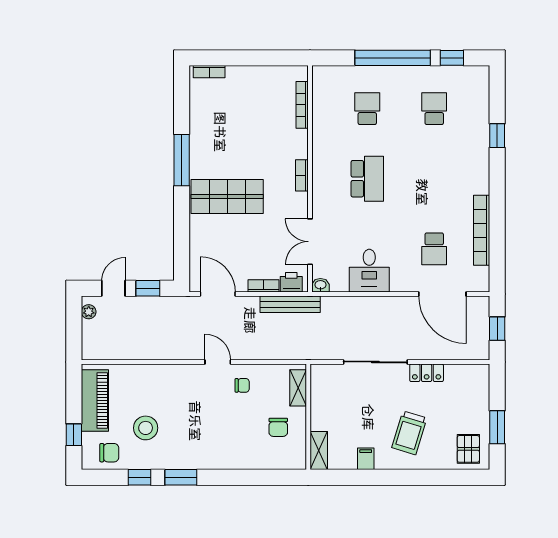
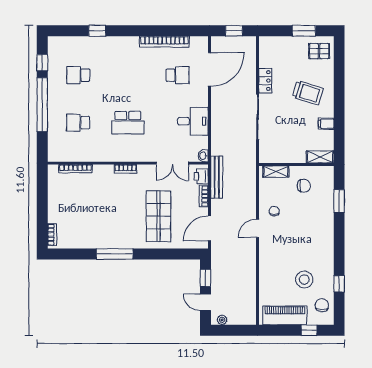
school desk: (367, 179) -> (128, 123), turned 180
shop shelf: (227, 197) -> (158, 216), moved
window: (181, 477) -> (339, 201), moved

